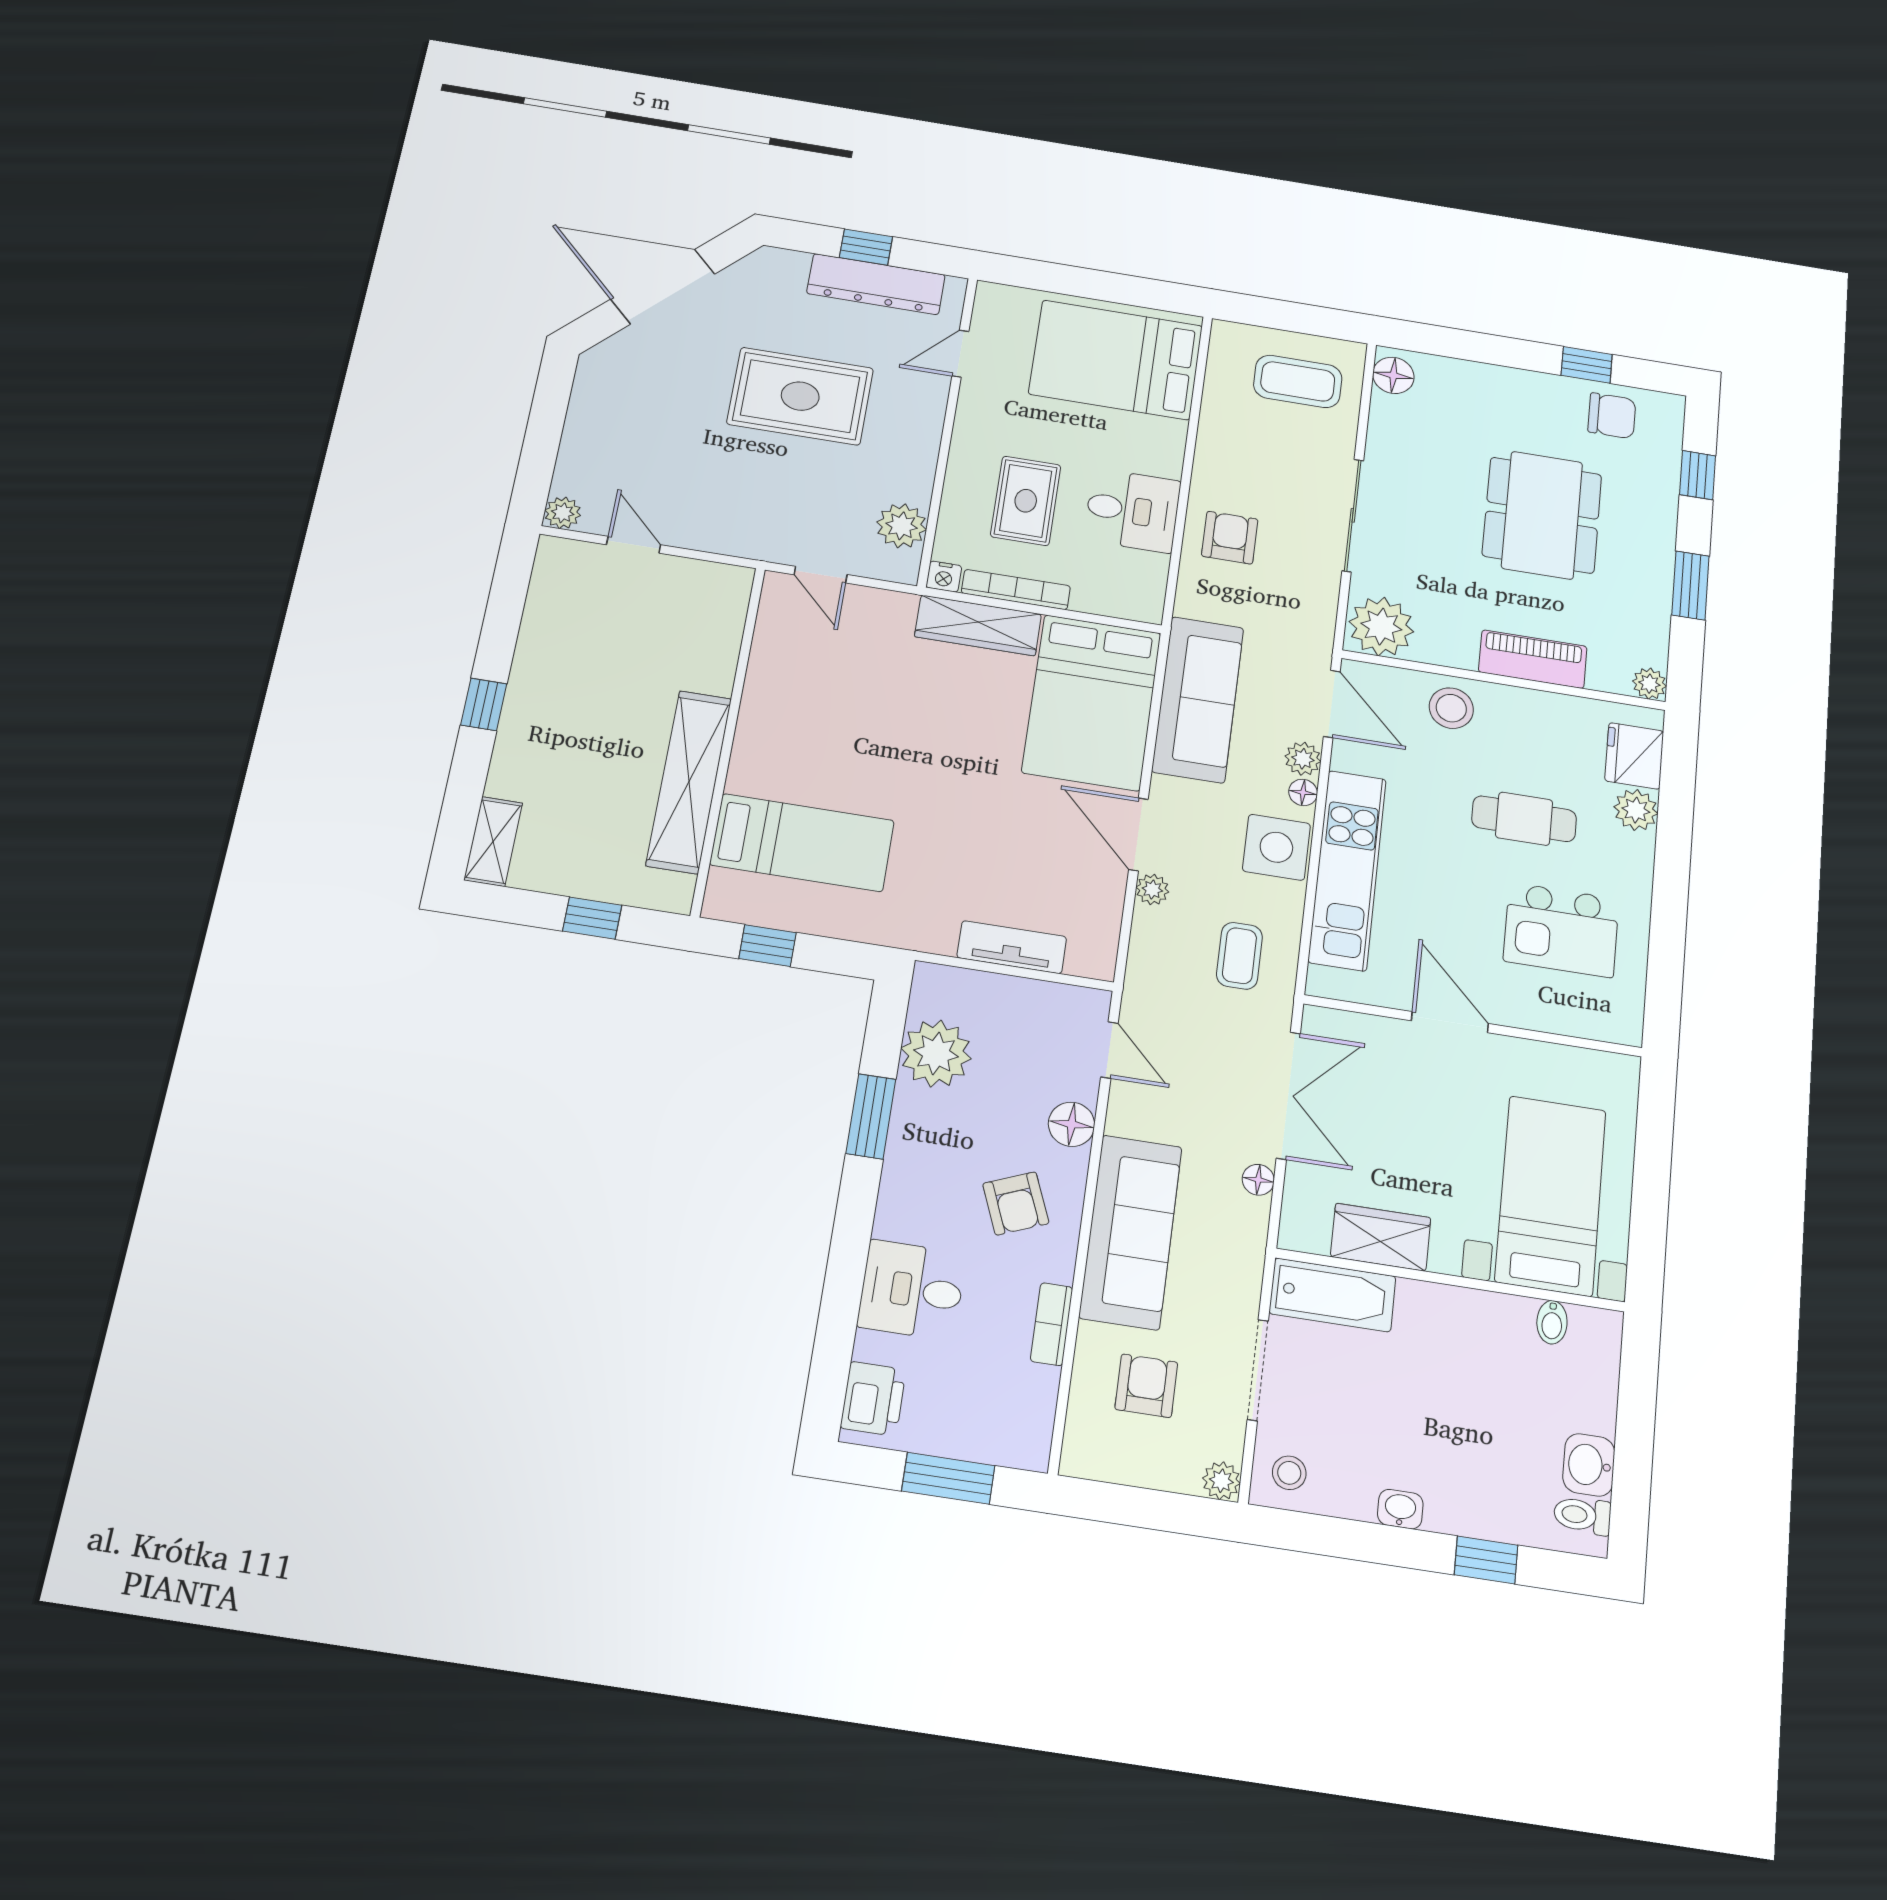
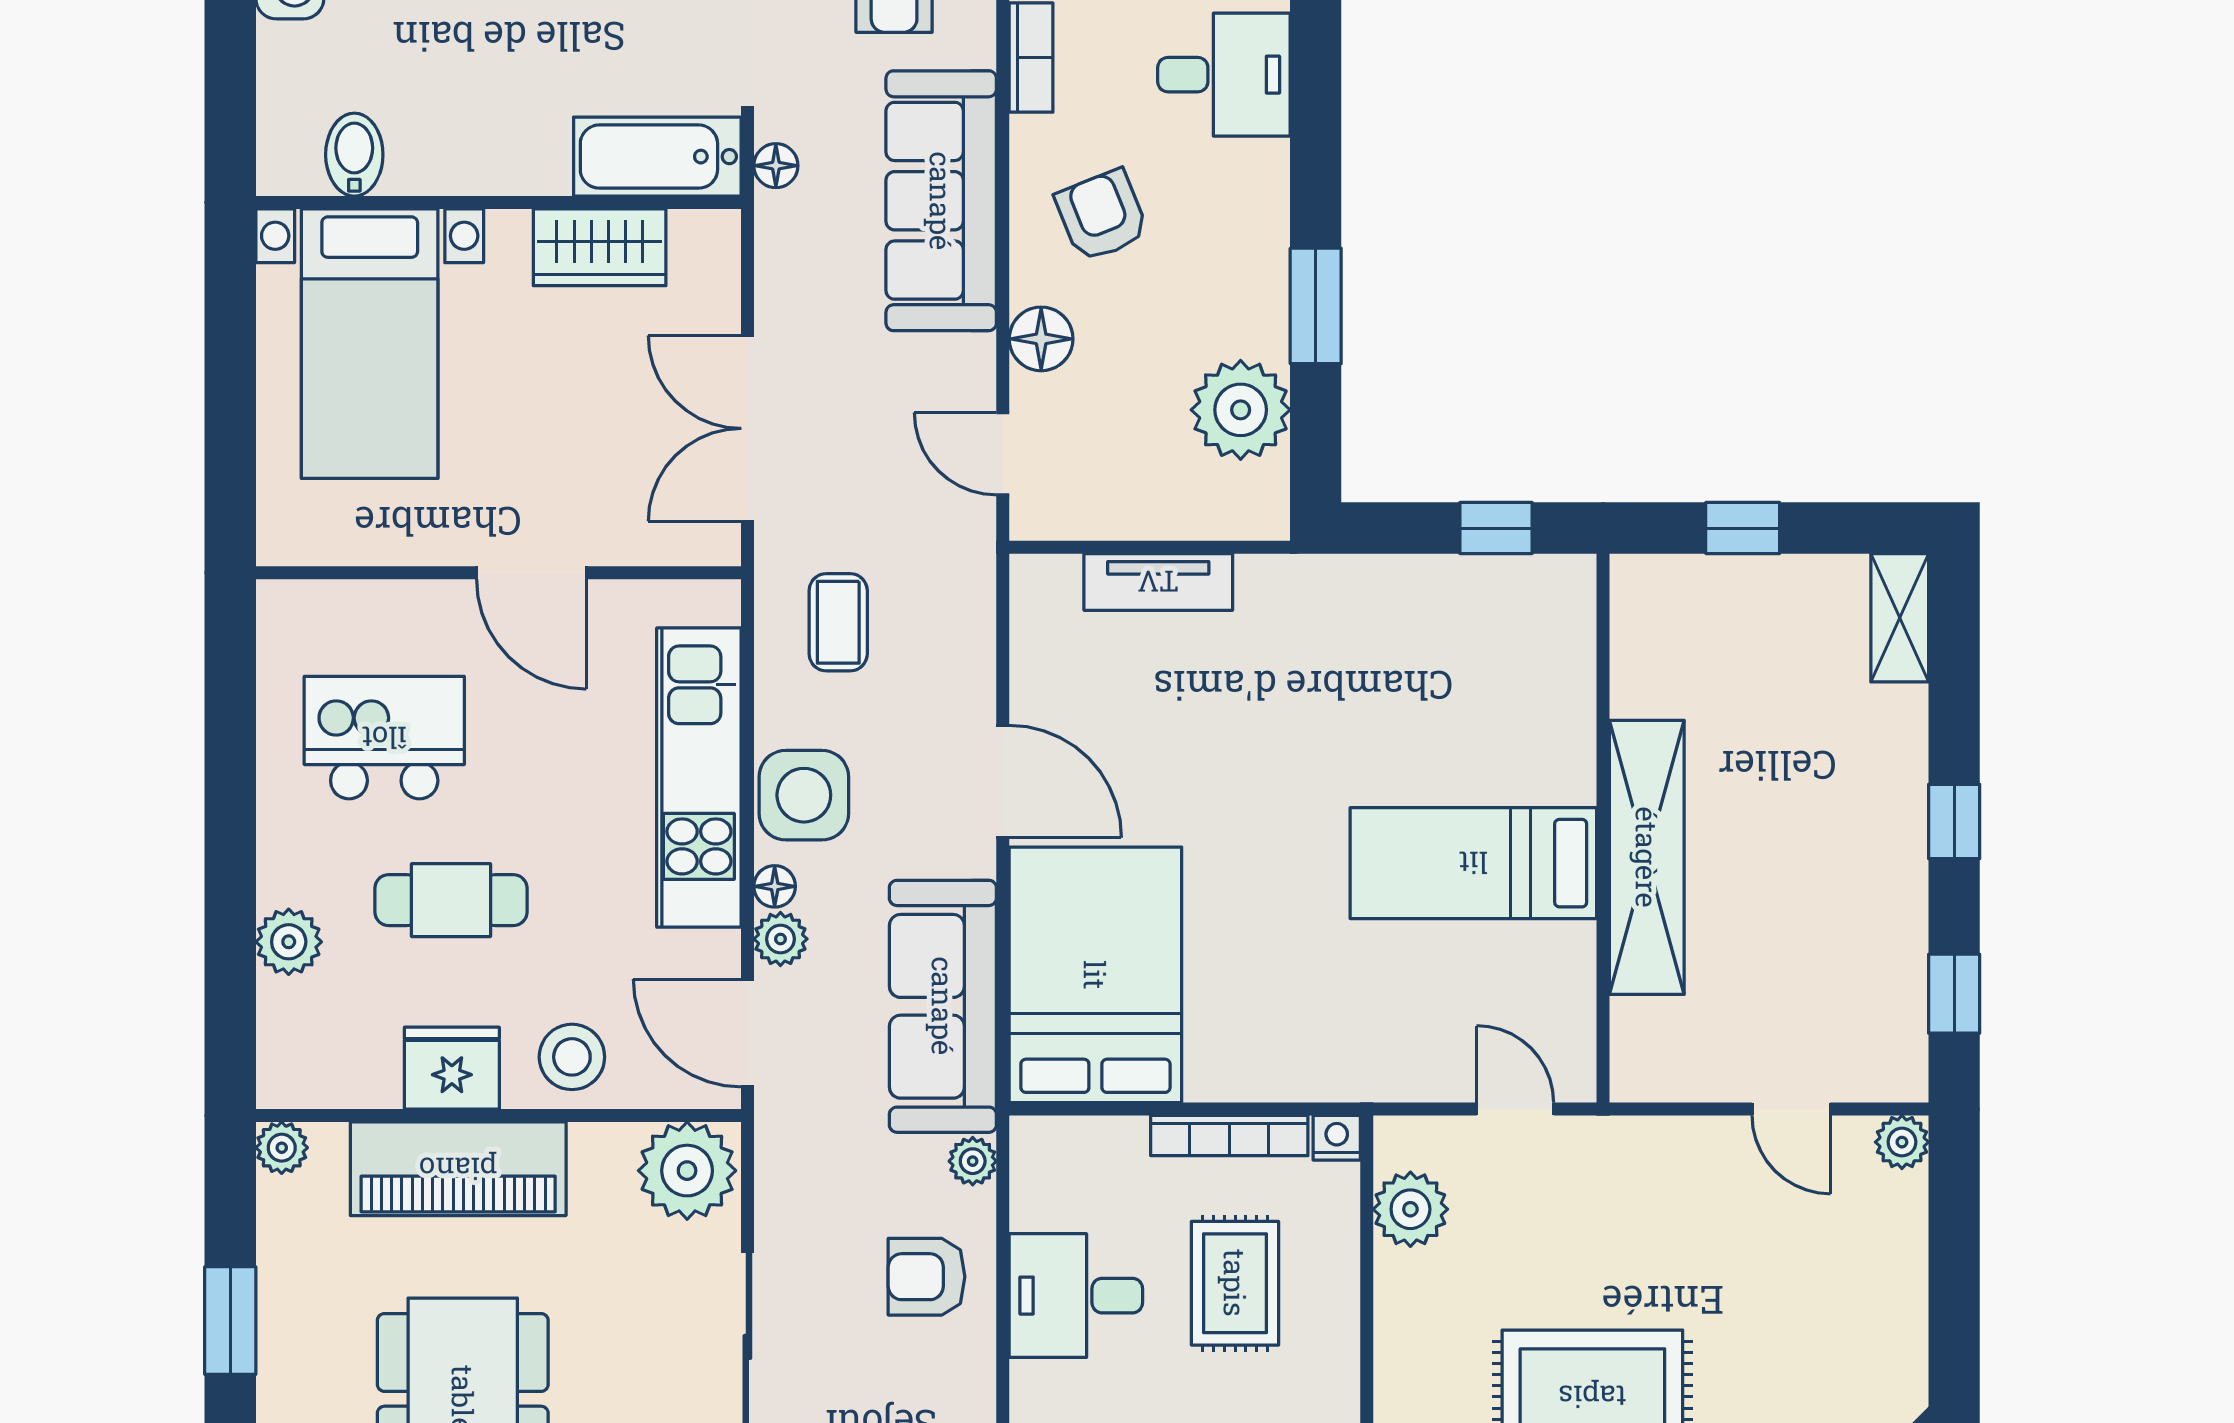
armchair: (1230, 538) -> (927, 1277), turned 90
window: (507, 597) -> (1954, 994), added
wardrobe: (978, 625) -> (1276, 1068), removed
piano: (1533, 659) -> (458, 1169), width x1.37, depth x1.33
fridge: (1634, 756) -> (452, 1068), moved, turned -90
shelving: (689, 782) -> (1647, 857), moved
bed: (802, 843) -> (1473, 863), moved
plant: (1152, 889) -> (973, 1161), moved
floor lamp: (1258, 1180) -> (776, 166), moved
bidet: (1552, 1322) -> (354, 155), width x1.38, depth x1.36

